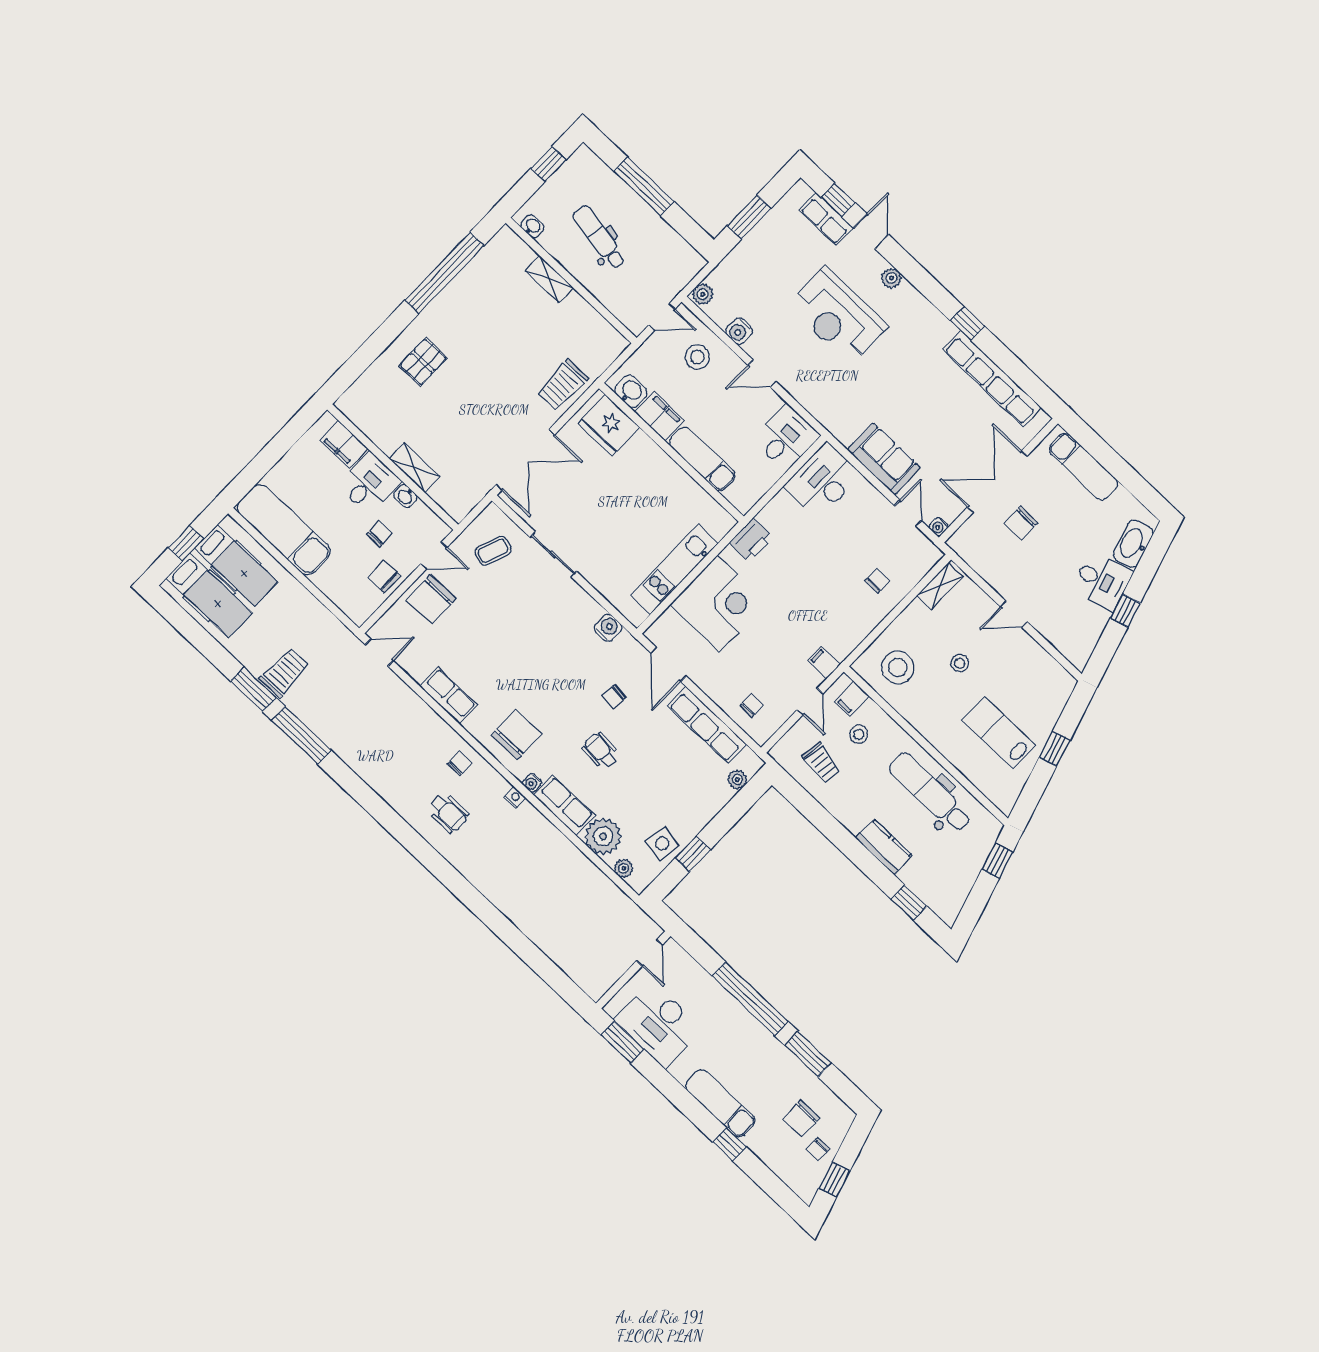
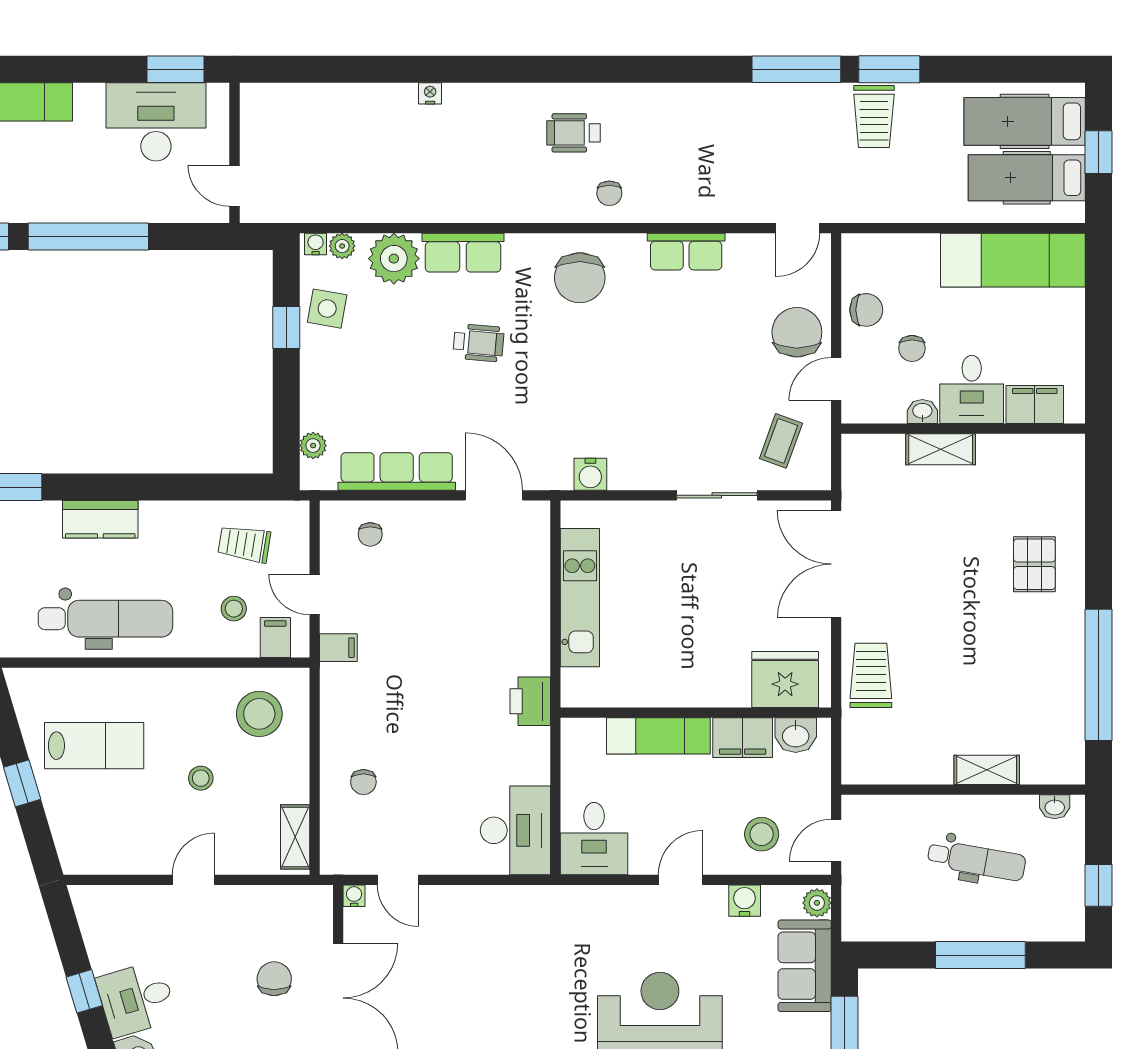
sofa: (884, 459) -> (805, 966), moved, turned 90
corner desk: (719, 604) -> (502, 605), removed
chair: (614, 697) -> (518, 410), removed
water cooler: (532, 783) -> (316, 244), moved
nightstand: (515, 798) -> (430, 93), moved, turned 180

